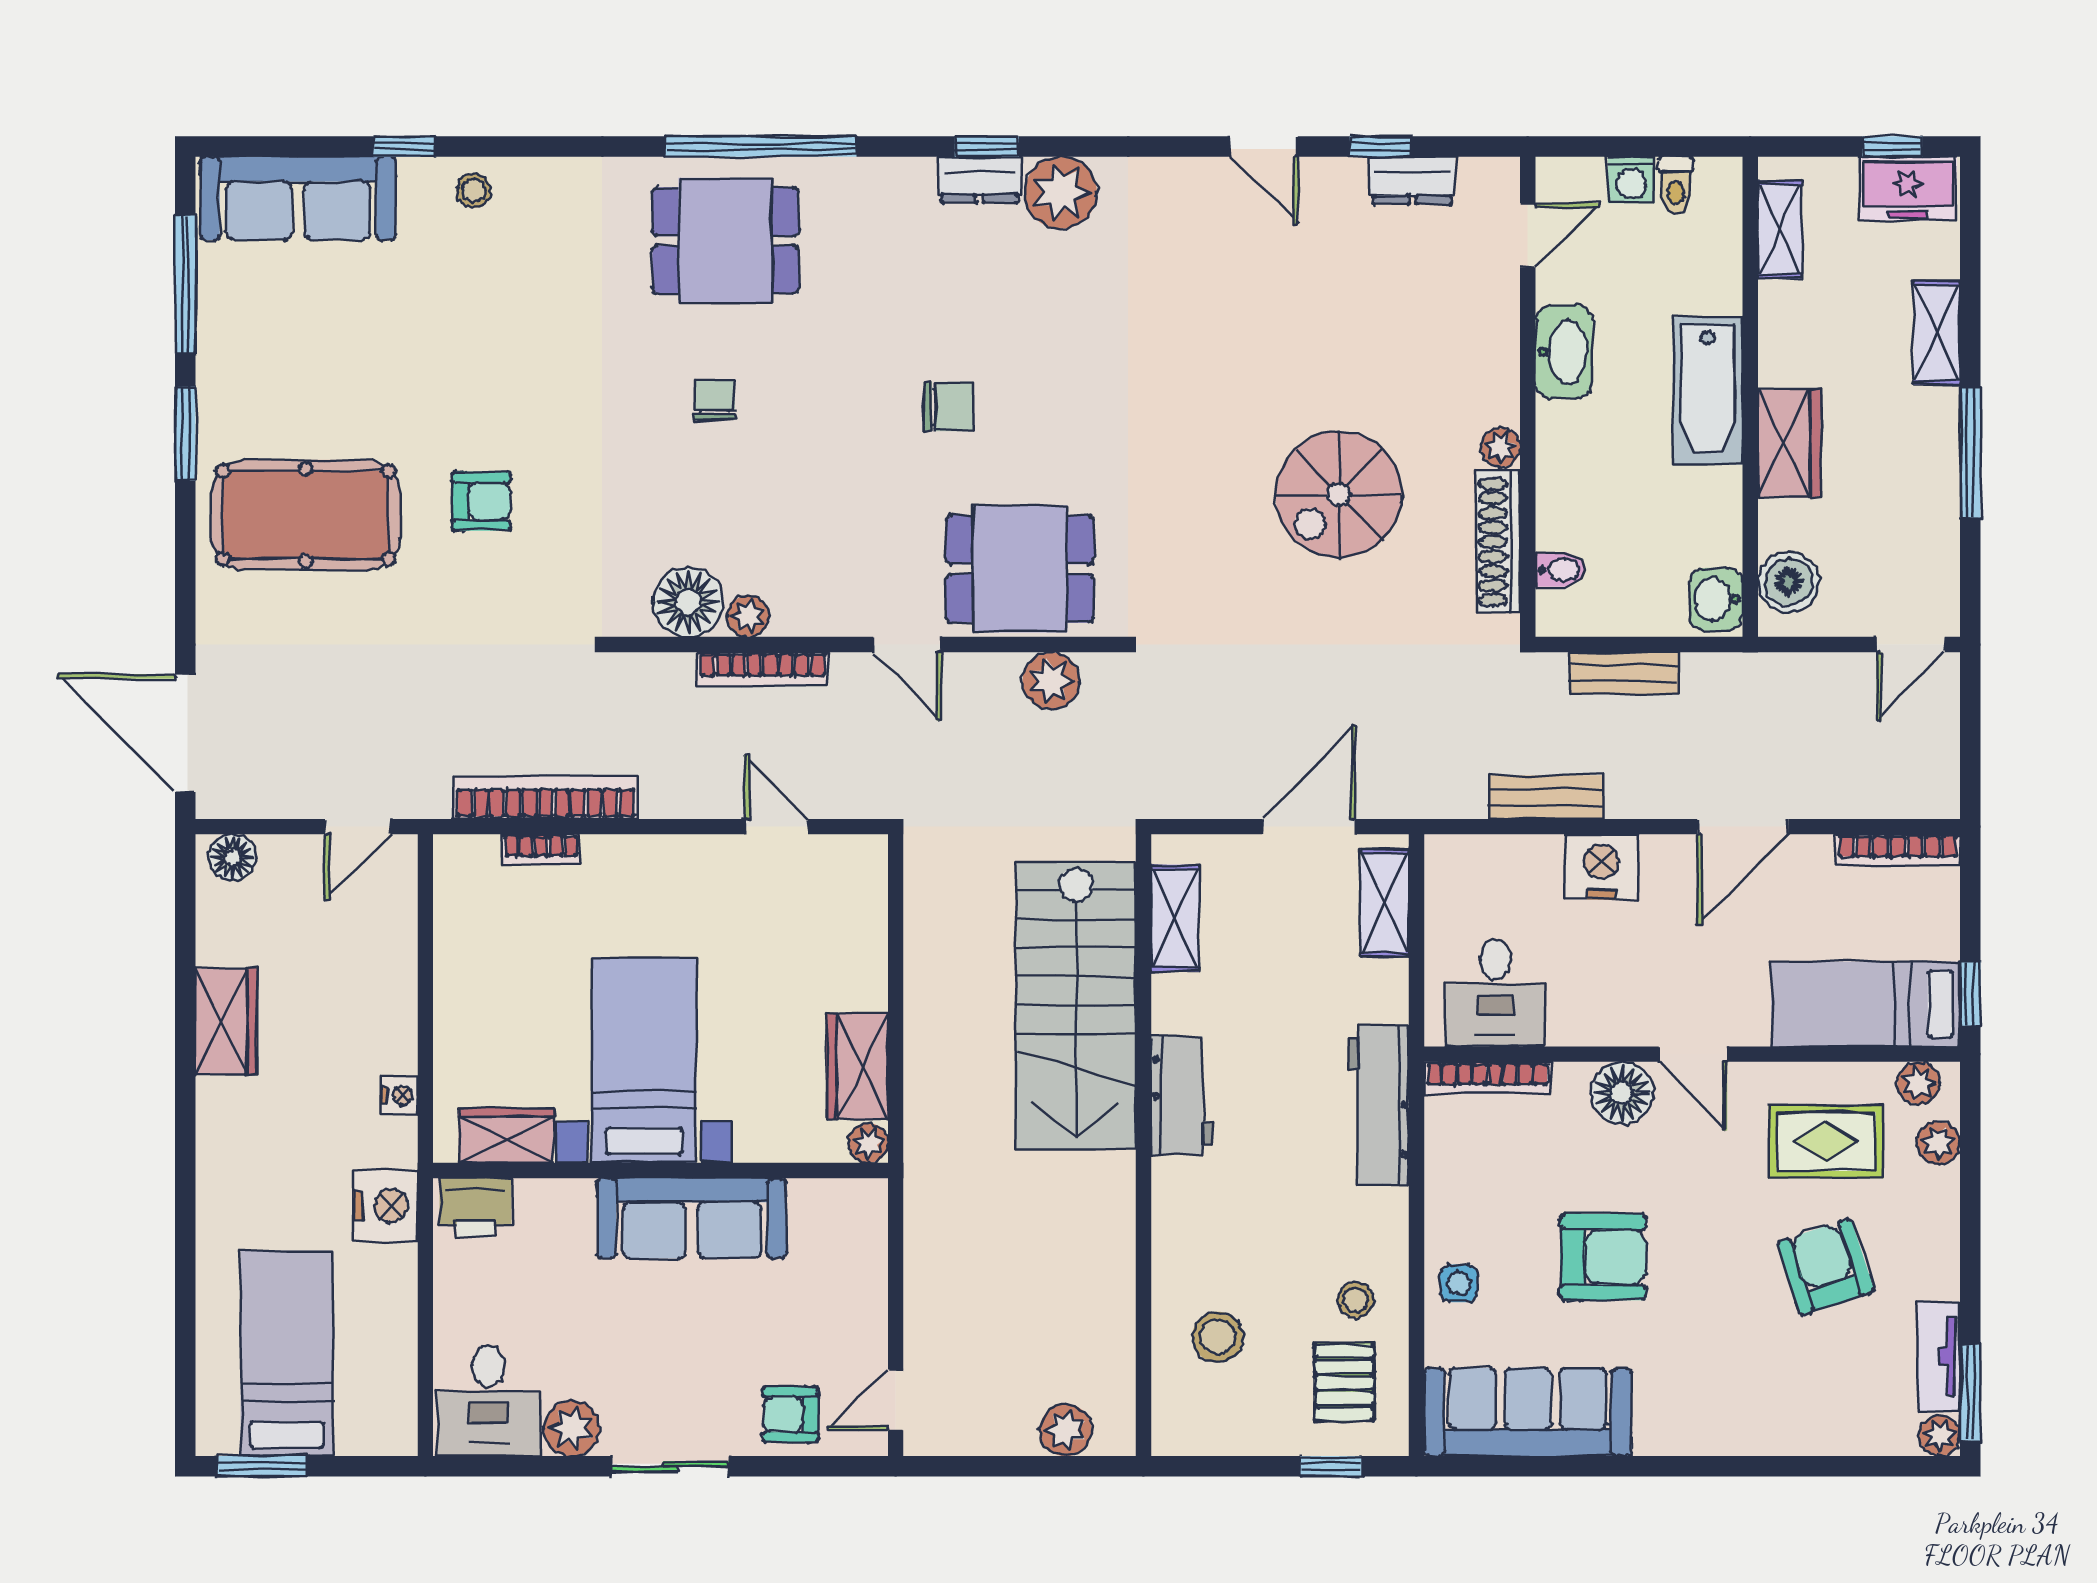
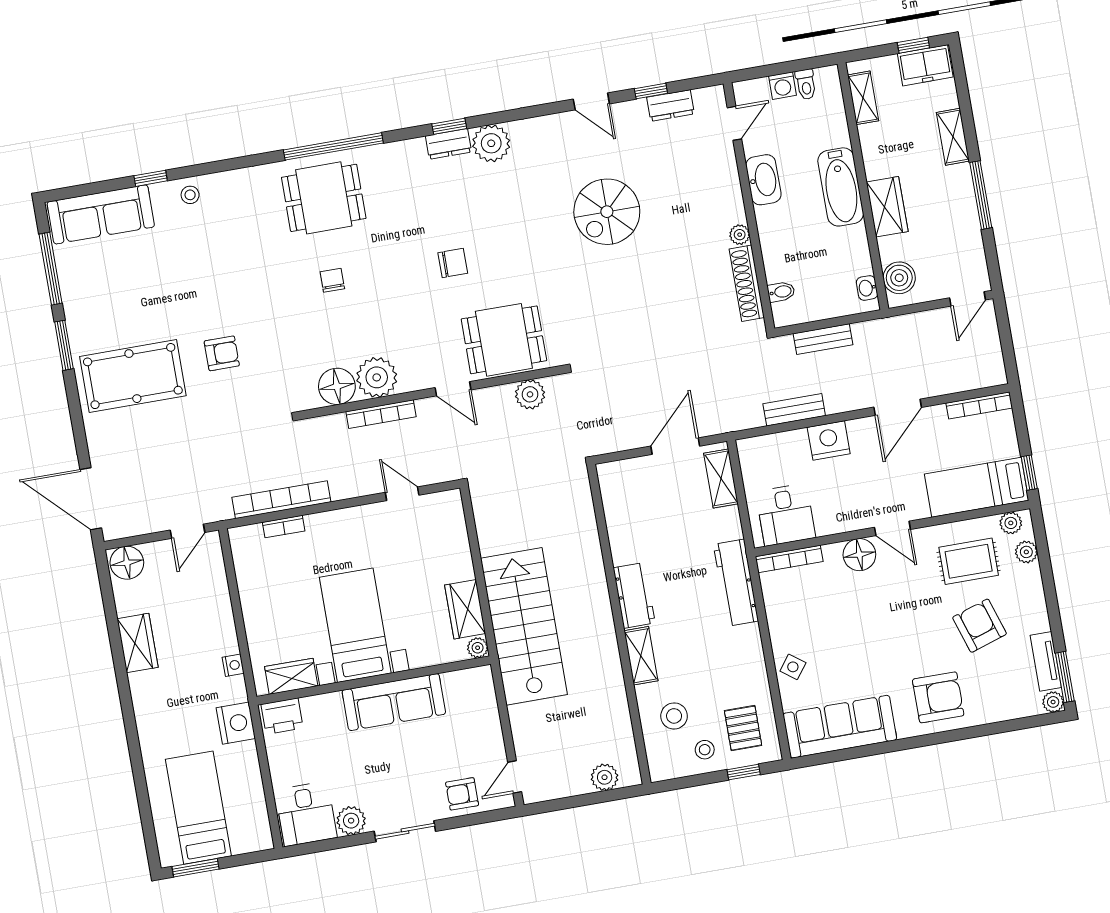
spiral stairs: (1339, 495) -> (607, 212), moved
washbasin: (1716, 599) -> (867, 288), width x0.72, depth x0.69
plant: (748, 616) -> (377, 377), width x1.87, depth x1.87
floor lamp: (233, 857) -> (127, 563), width x1.38, depth x1.38
shelving: (1175, 918) -> (641, 656), moved
stairs: (1076, 1005) -> (524, 626), moved, turned 180
armchair: (1603, 1257) -> (938, 697), moved
side table: (1459, 1283) -> (793, 667), turned 37
stool: (1356, 1300) -> (705, 750), moved

